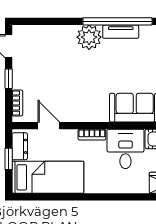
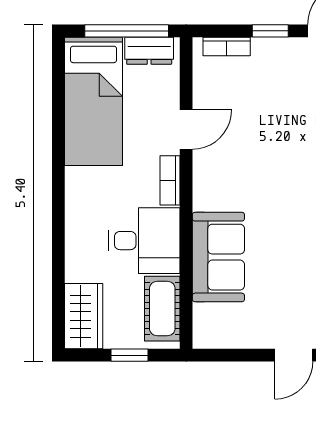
door: (49, 126) -> (186, 129), moved
window: (9, 159) -> (127, 31), width x2.17

